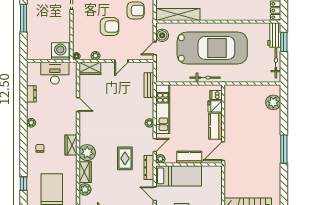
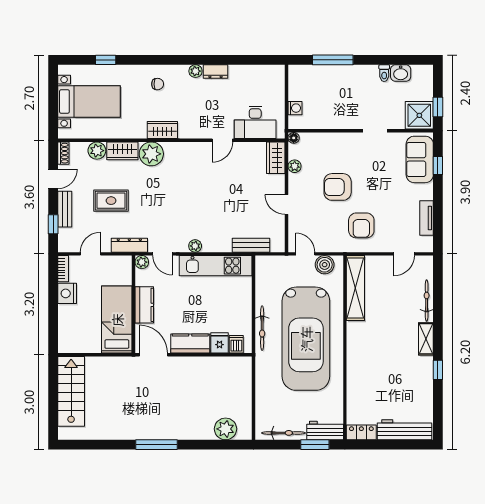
window: (24, 18) -> (333, 60), moved
armchair: (110, 27) -> (338, 187), turned 90
washing machine: (60, 51) -> (295, 108), width x0.53, depth x0.53
desk: (55, 73) -> (255, 122), moved, turned 90
dresser: (31, 94) -> (215, 71), moved
rug: (125, 158) -> (111, 201), moved
bed: (179, 176) -> (117, 320), moved, turned 180

